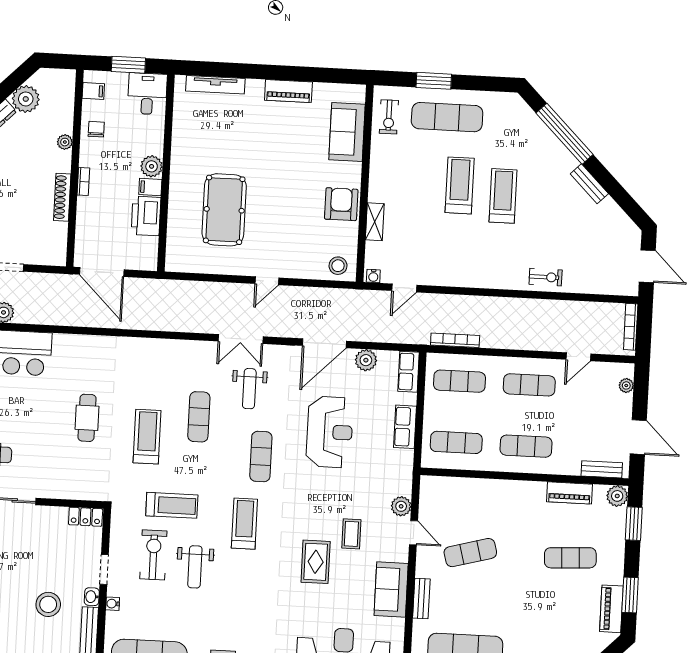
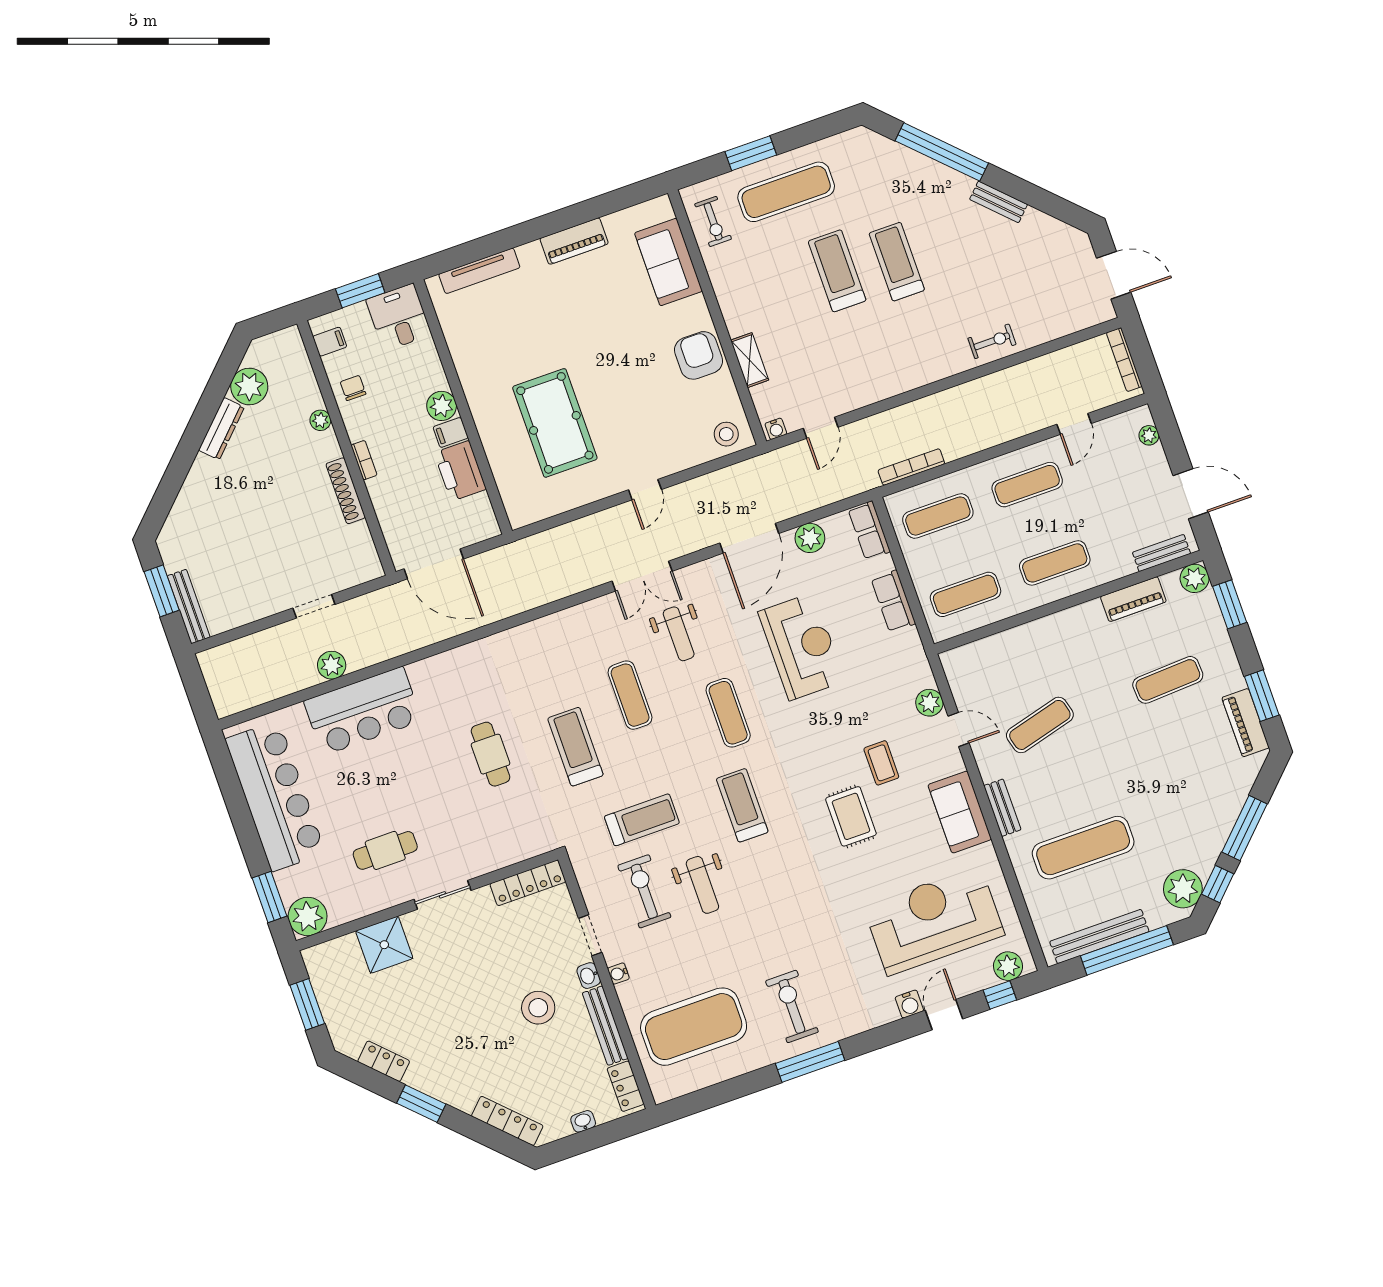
locker: (86, 517) -> (528, 883), width x1.53

